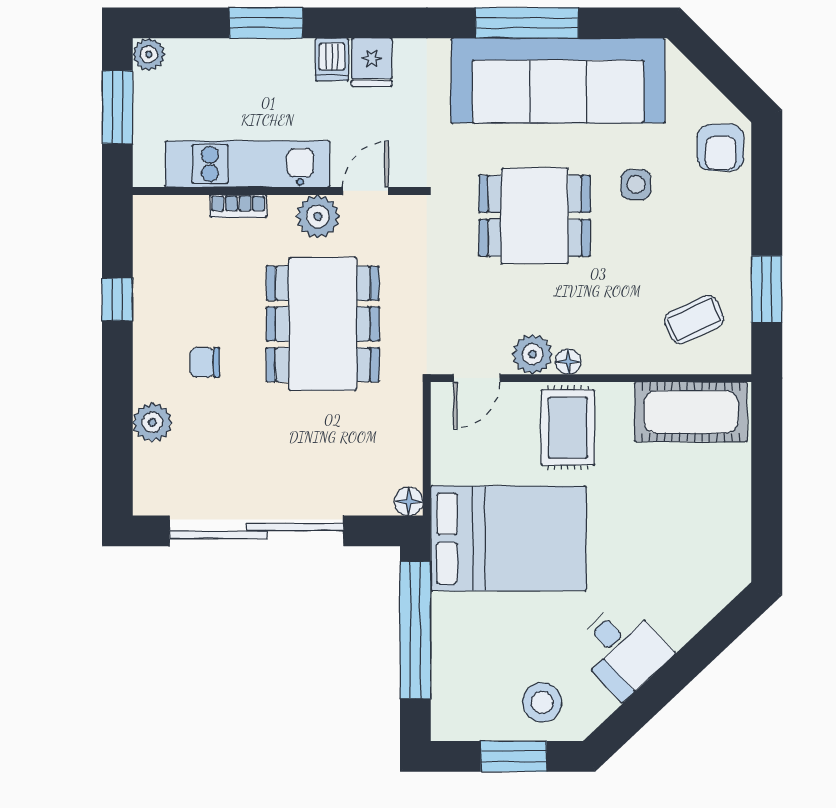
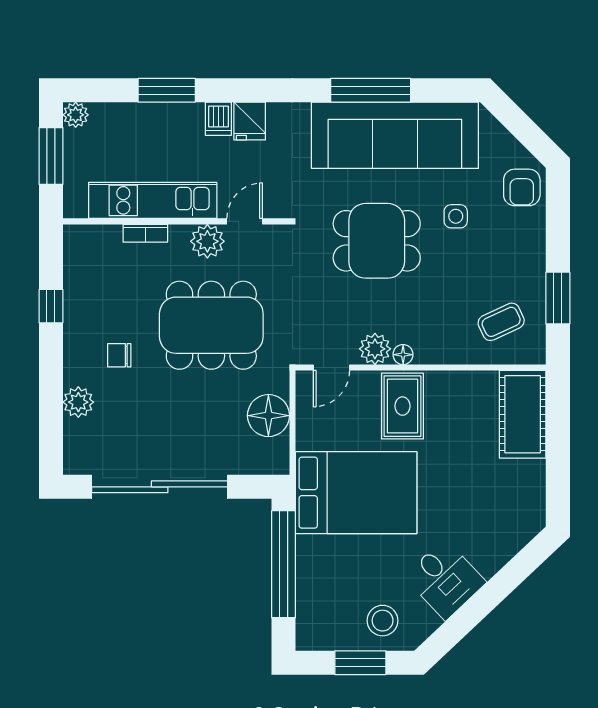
dining table: (323, 324) -> (211, 325), turned 90
cot: (691, 412) -> (523, 414), moved, turned 90
floor lamp: (409, 501) -> (268, 416), moved, width x1.89, depth x1.89

